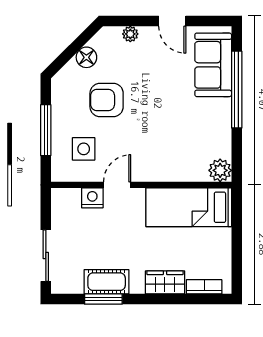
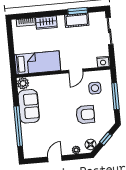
door: (172, 21) -> (55, 159), hinge flipped
window: (72, 50) -> (106, 139), added
floor lamp: (86, 57) -> (91, 144), moved
sofa: (213, 65) -> (29, 106), moved
nightstand: (92, 198) -> (103, 62), moved

